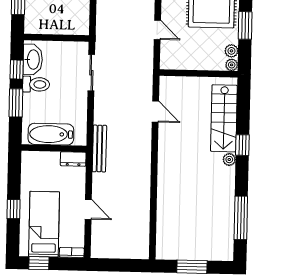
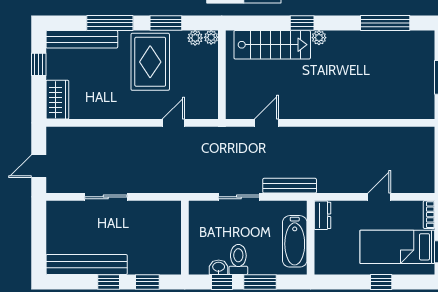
washbasin: (33, 60) -> (219, 267), width x0.52, depth x0.69
sliding door: (91, 73) -> (239, 197), moved
bench: (99, 149) -> (290, 186), moved

